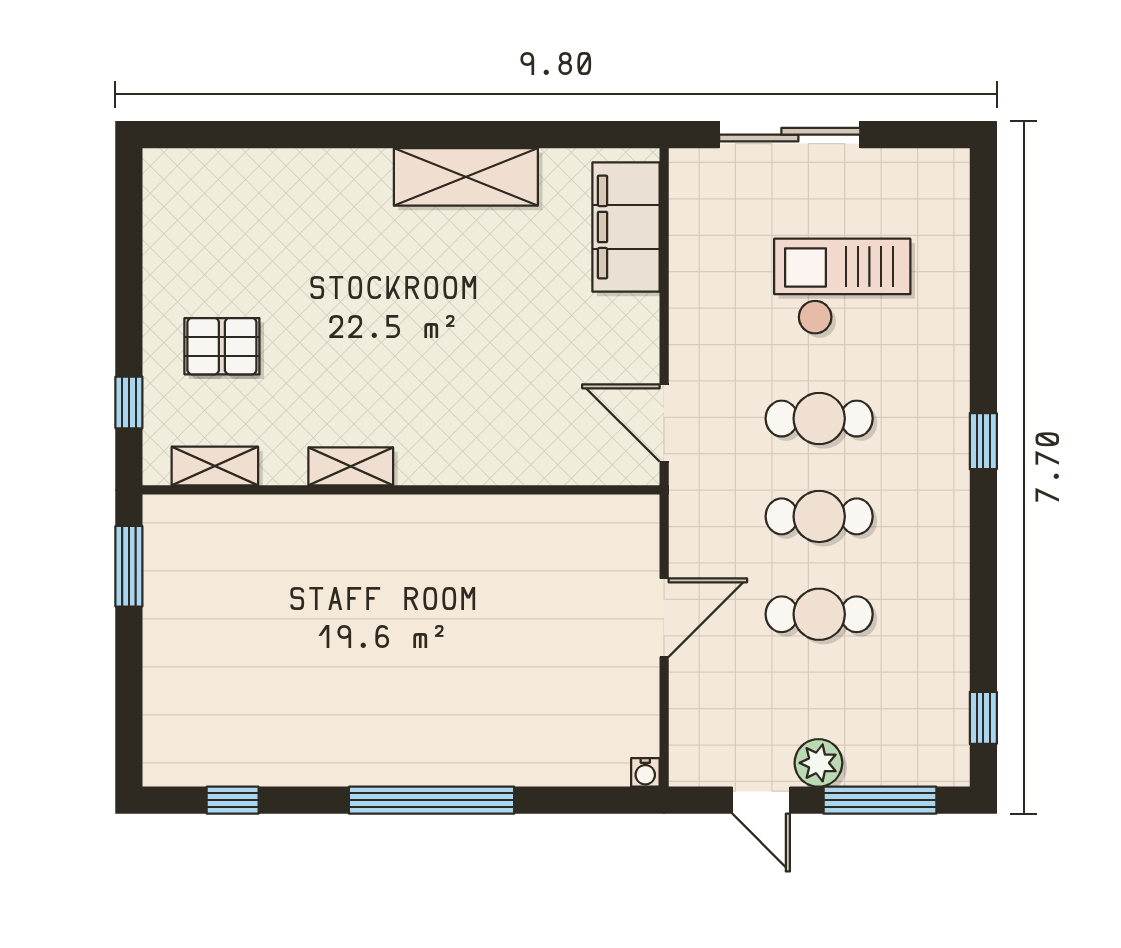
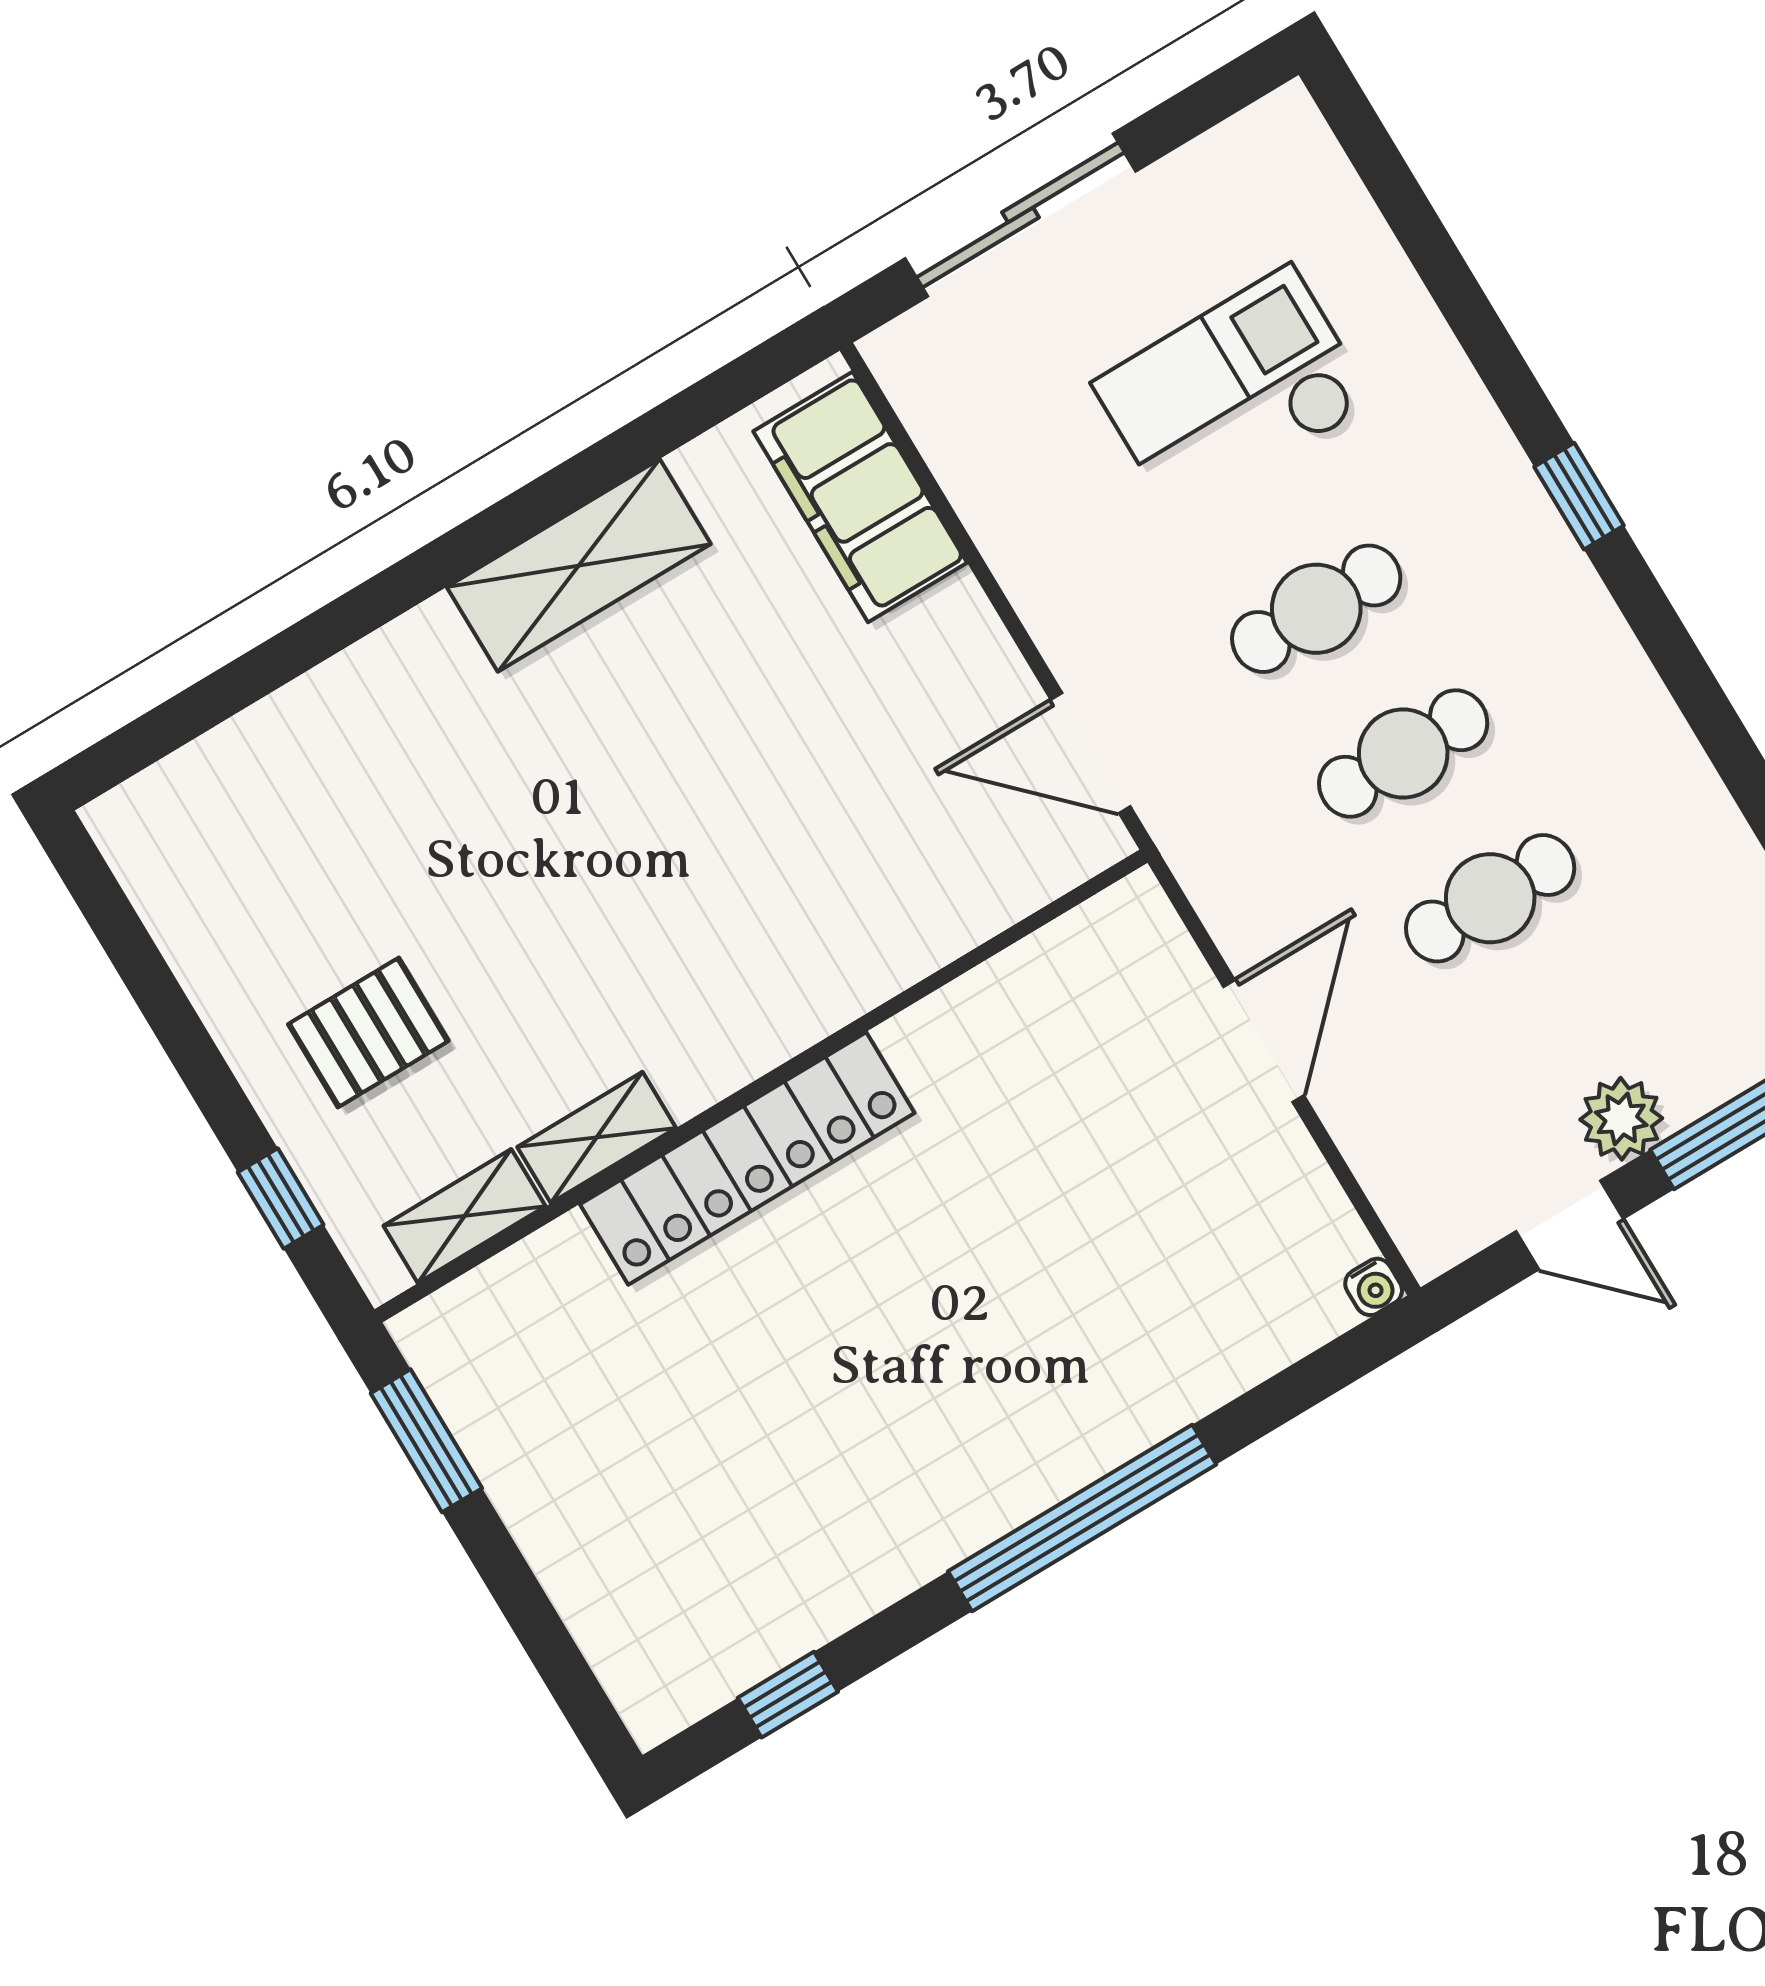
shelving: (351, 466) -> (597, 1137), moved
locker: (373, 522) -> (747, 1159), added

